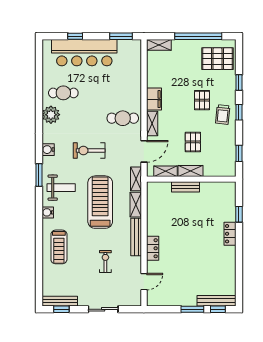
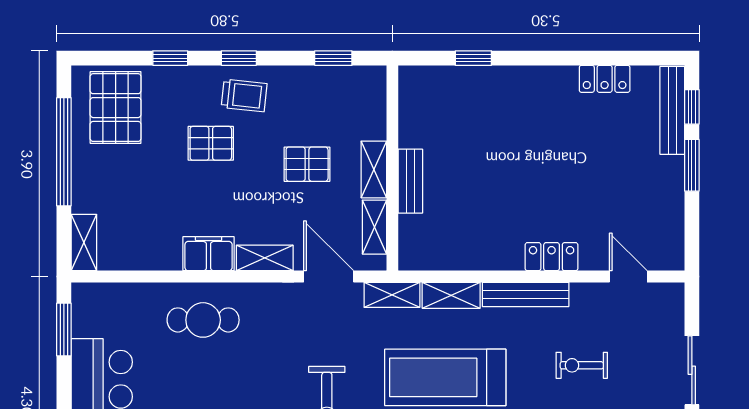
cafe table: (123, 118) -> (203, 320), moved, turned 90
locker: (230, 234) -> (605, 79), moved

